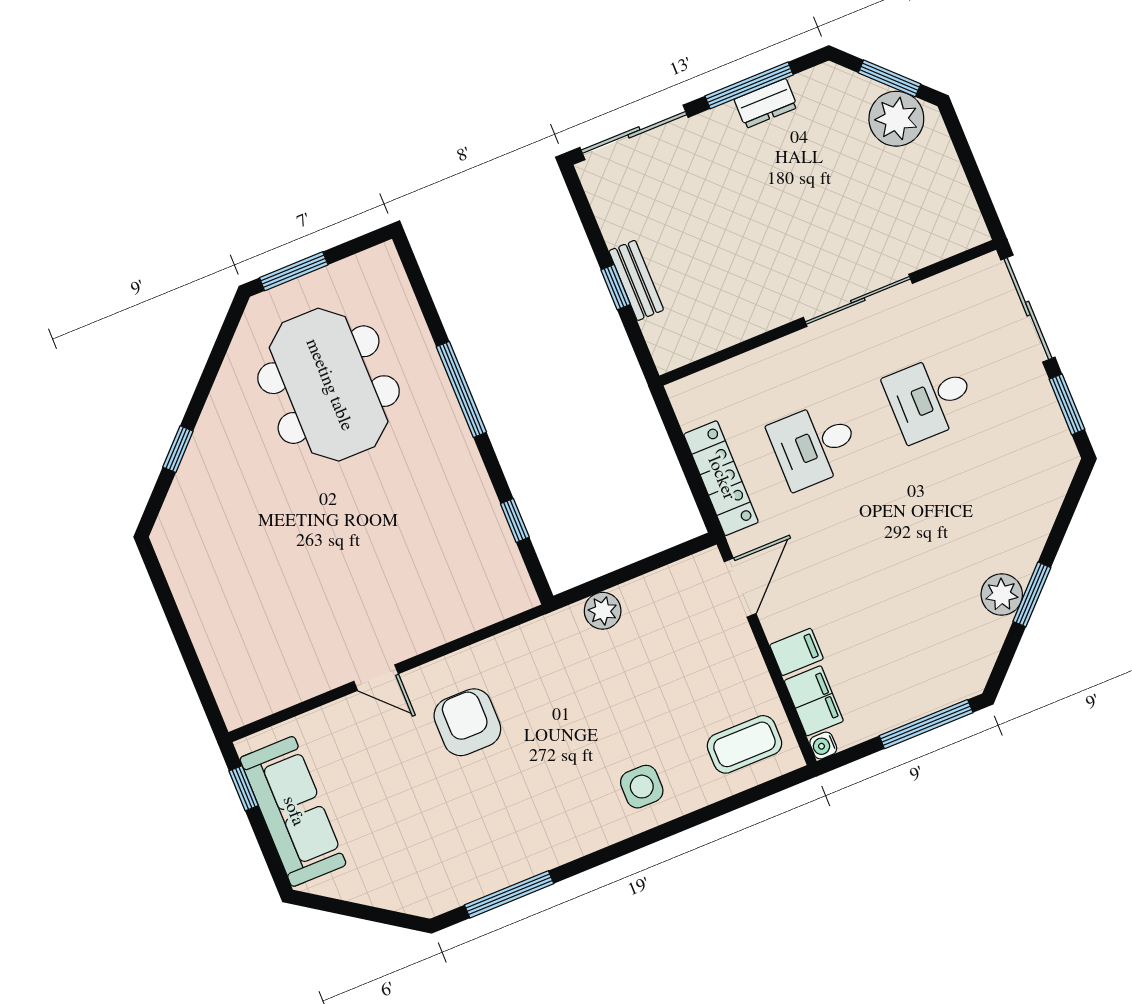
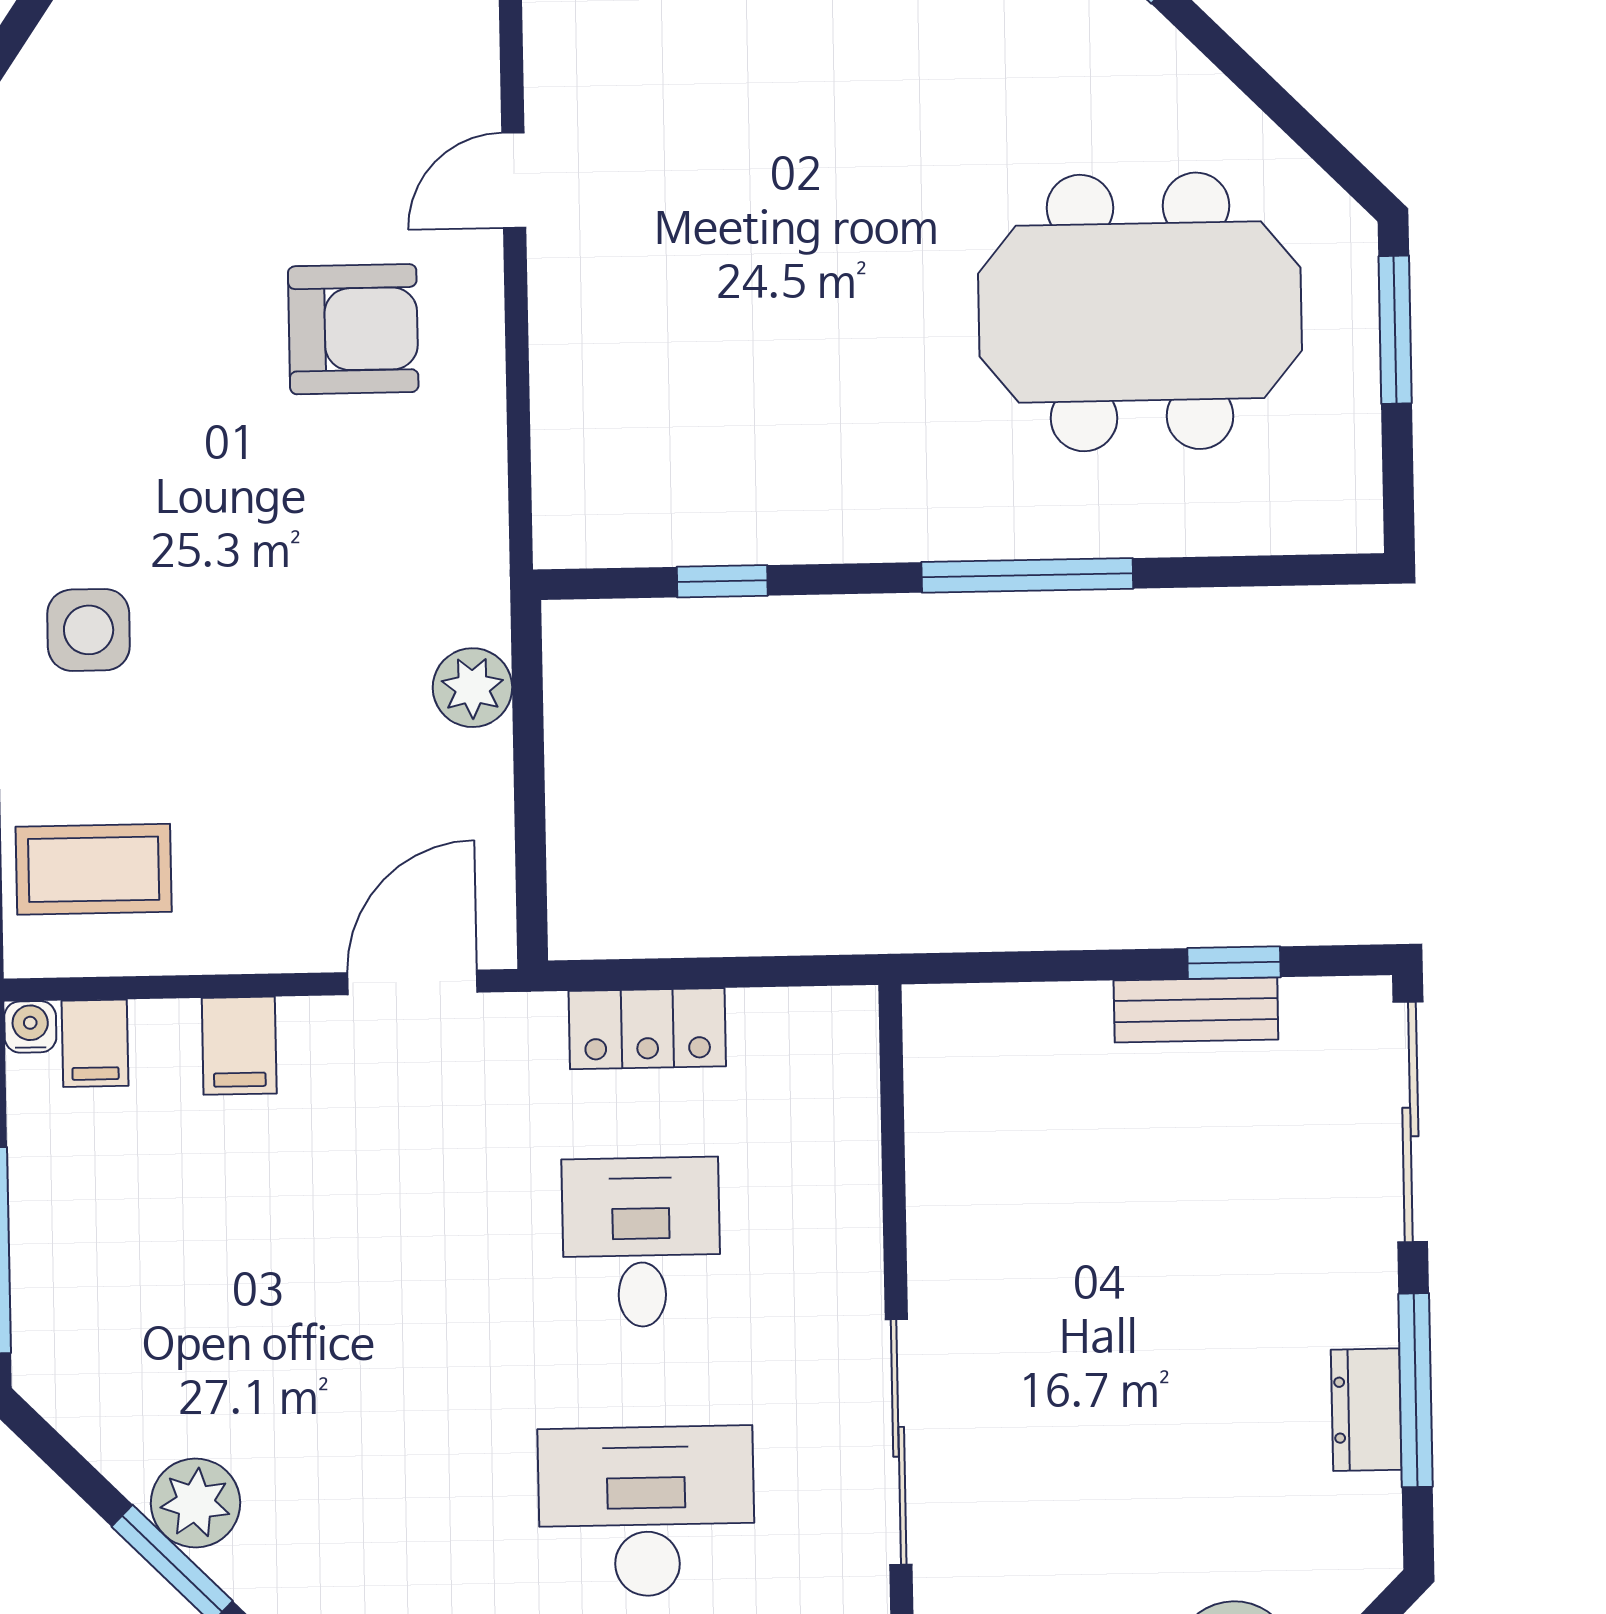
bench: (636, 280) -> (1196, 1010), moved
window: (616, 287) -> (1234, 963), moved
desk: (930, 398) -> (646, 1511), width x1.37
locker: (721, 478) -> (647, 1029), width x0.66
door: (740, 588) -> (412, 982), swing flipped
filing cabinet: (814, 701) -> (95, 1043), width x0.50
coffee table: (744, 744) -> (94, 869), turned 90

